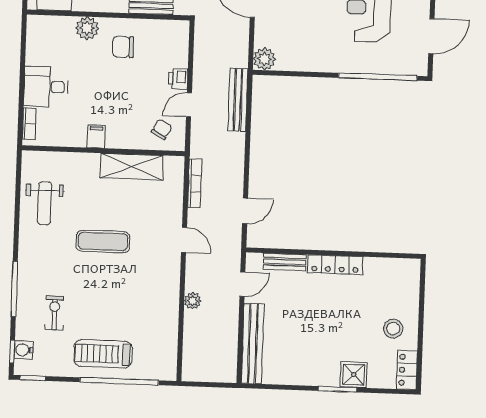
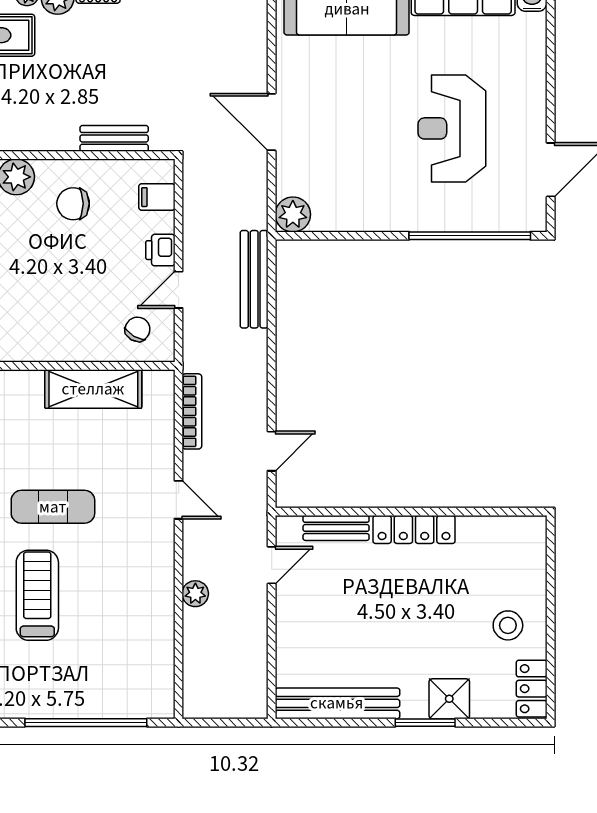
filing cabinet: (96, 137) -> (157, 197), moved, turned -90
bench: (253, 344) -> (337, 703), moved, turned 90
treadmill: (103, 354) -> (37, 595), moved, turned 90

